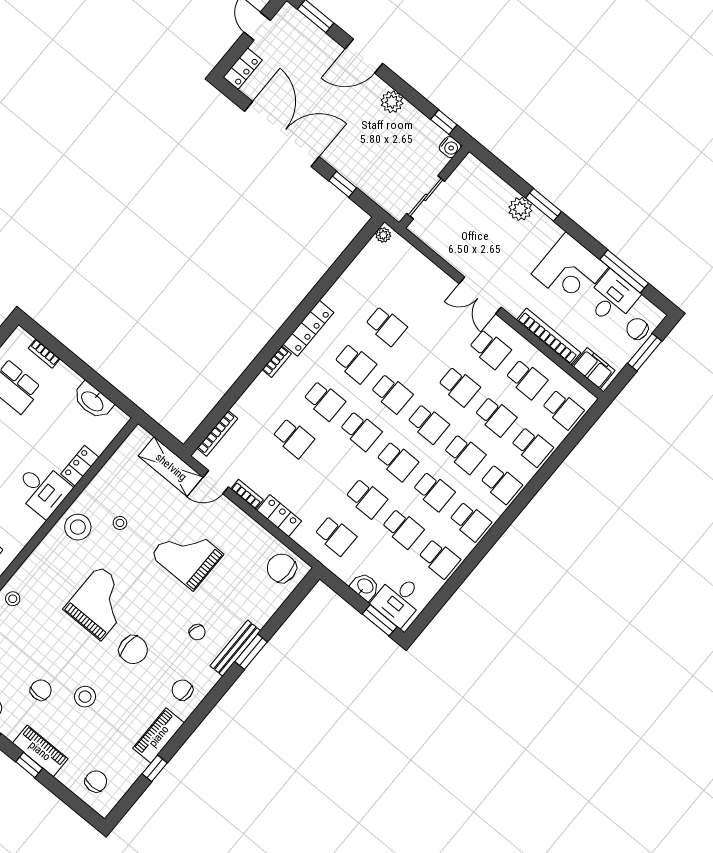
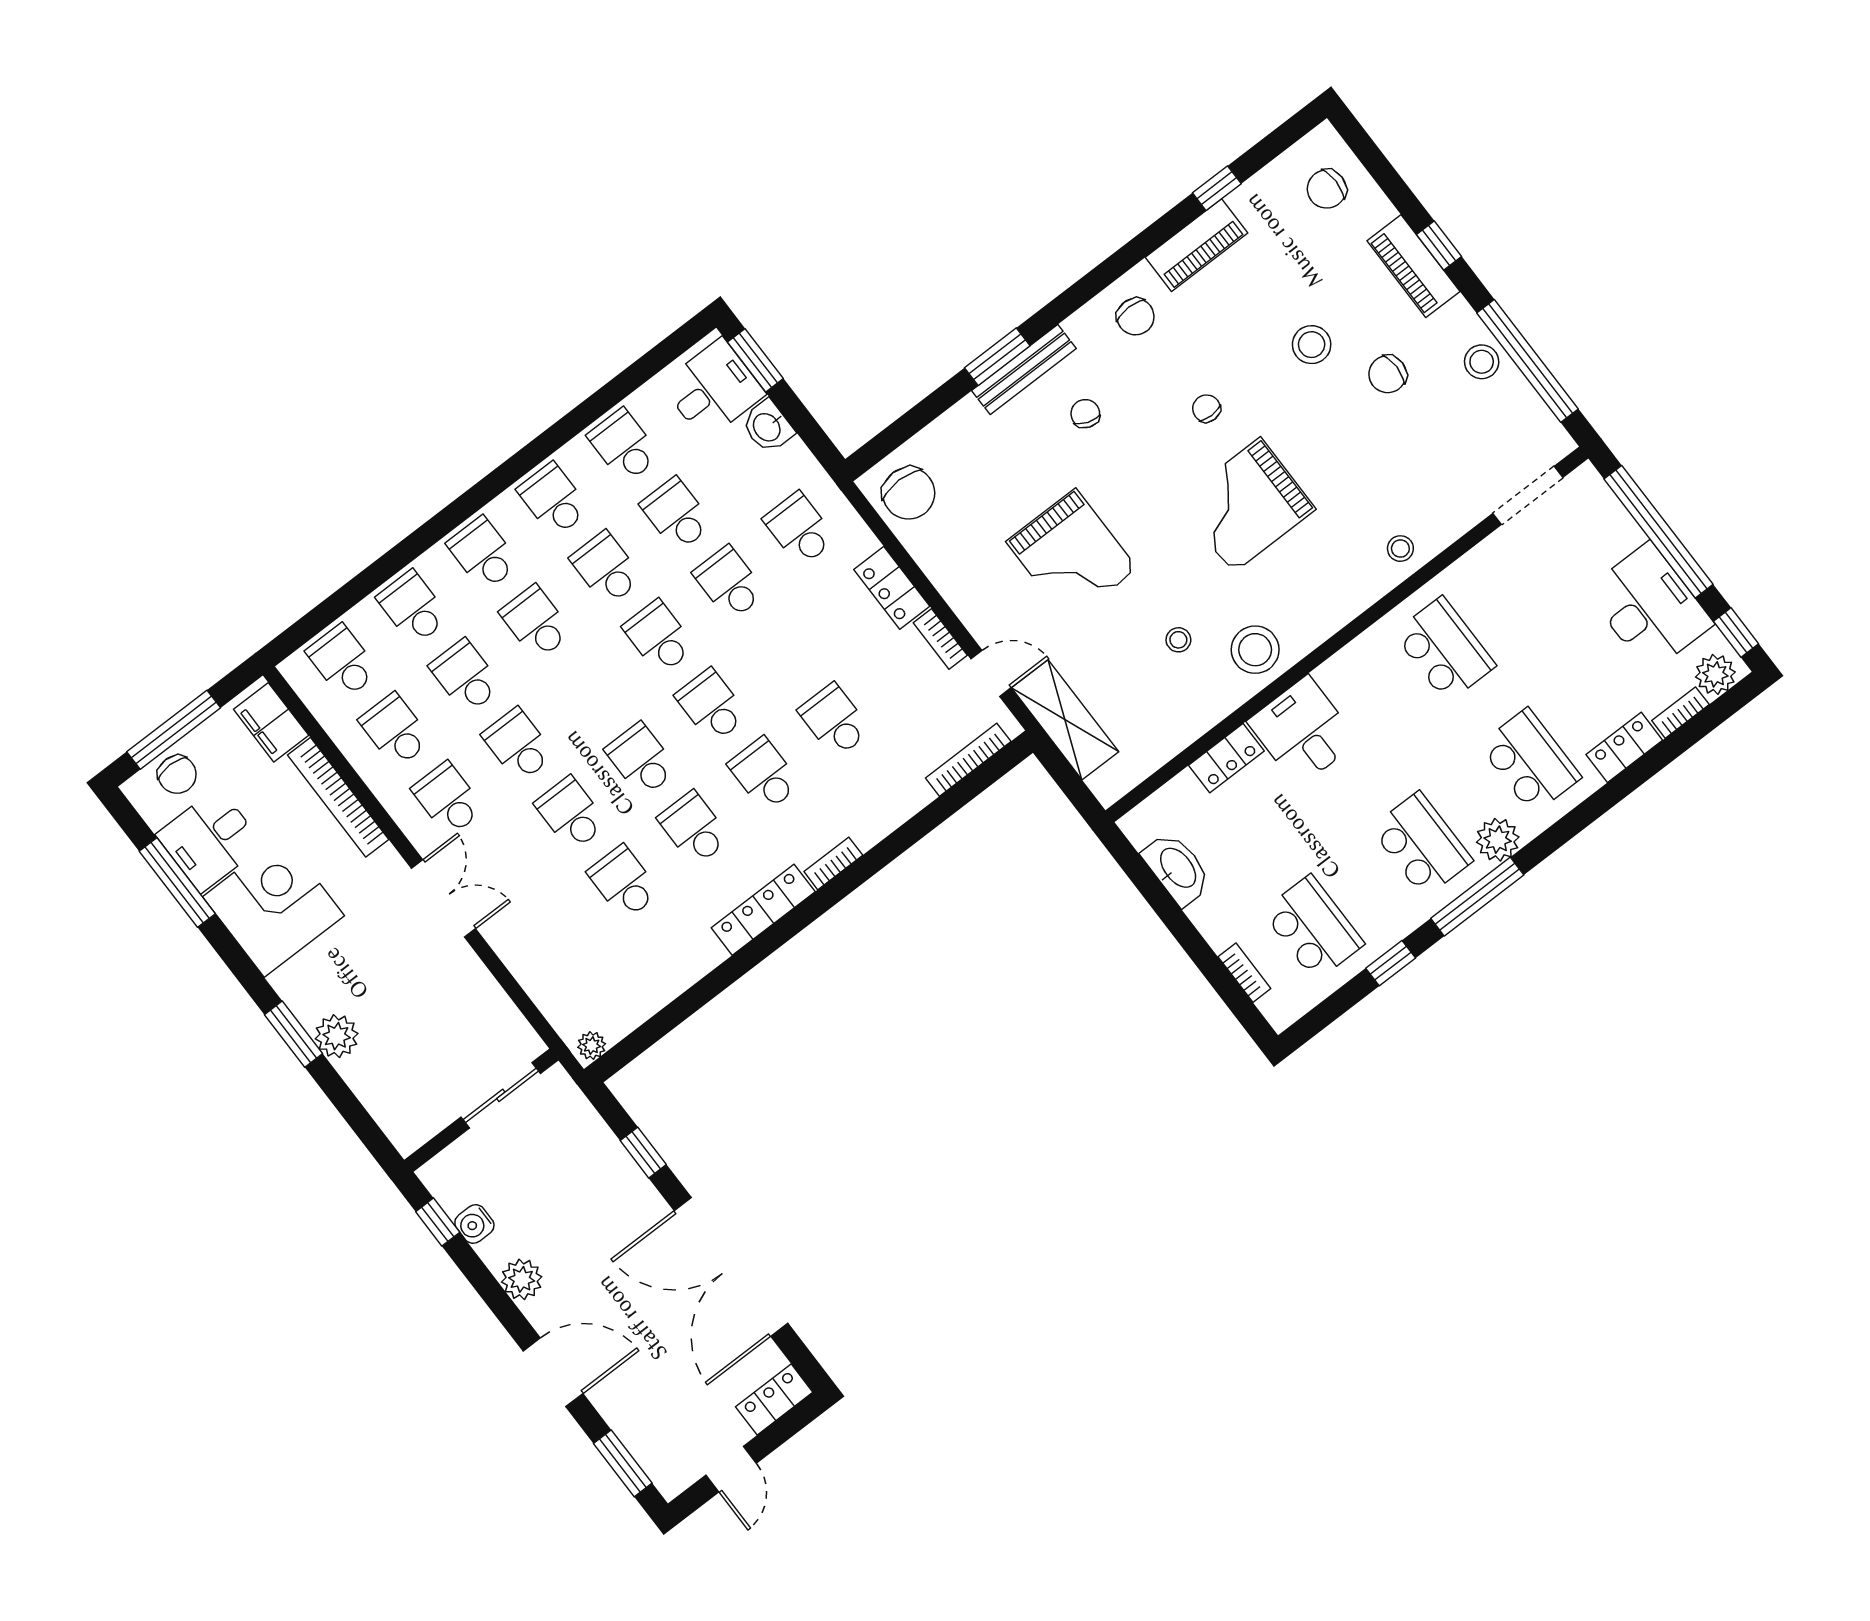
water cooler: (450, 147) -> (474, 1224), moved, turned -90
window: (645, 352) -> (174, 730), width x1.44
school desk: (428, 424) -> (571, 814), moved
chair: (133, 650) -> (1206, 408), width x0.54, depth x0.54

